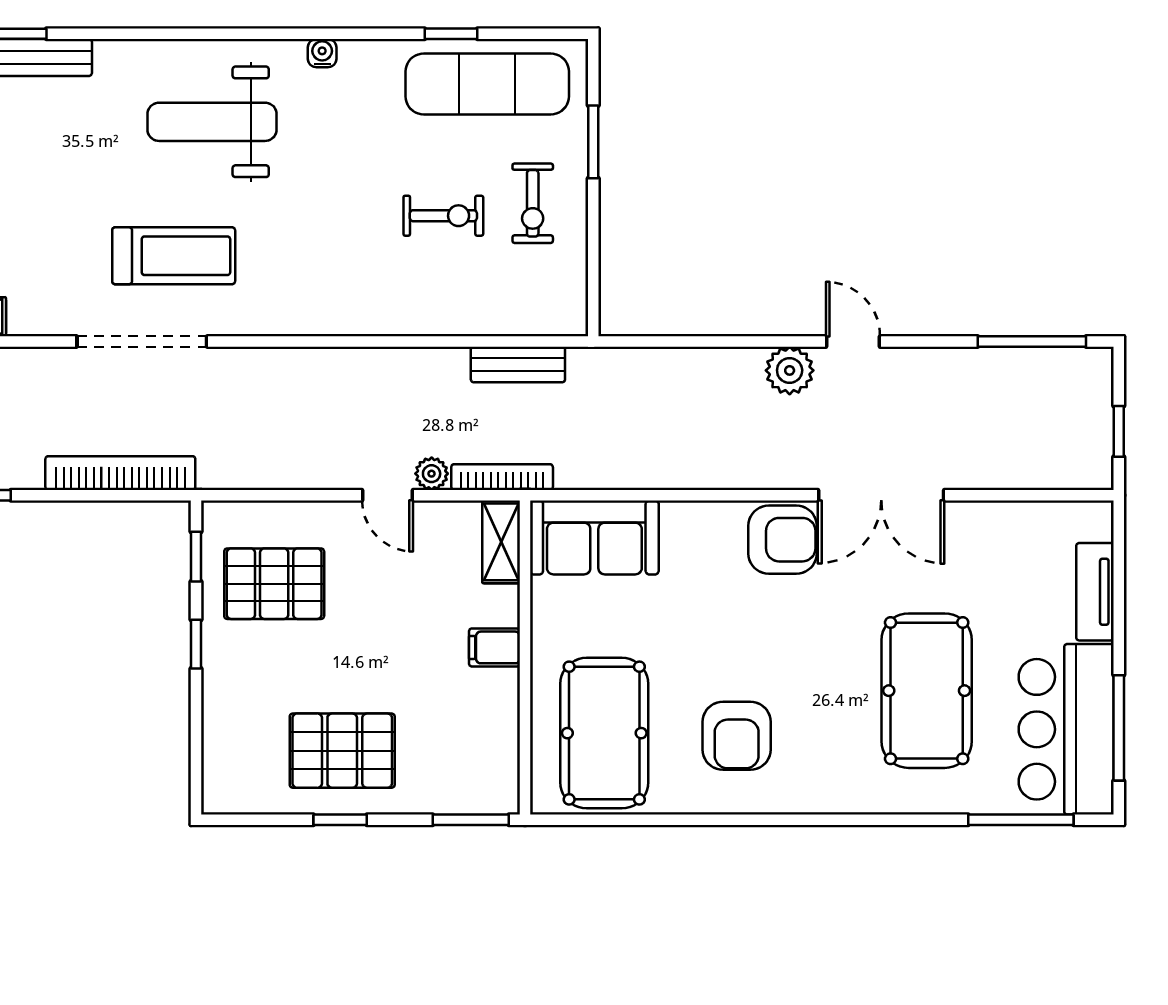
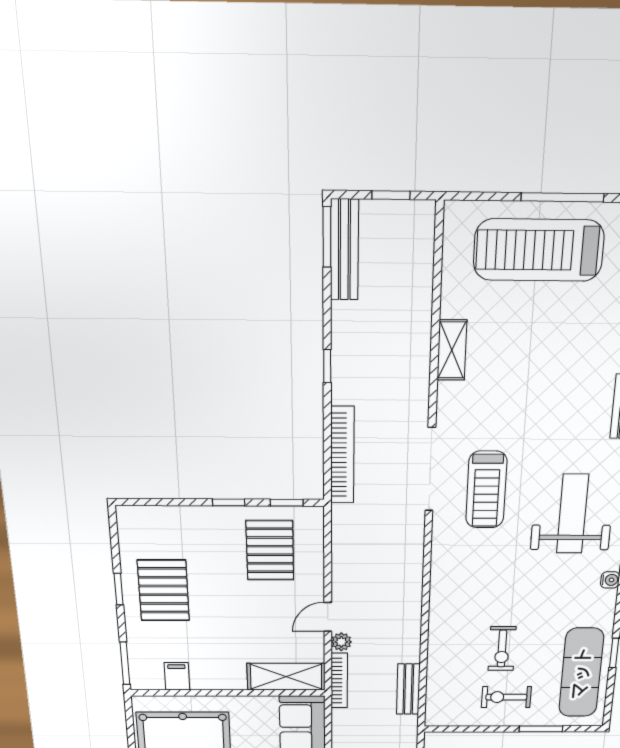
shelving: (501, 542) -> (286, 677), width x1.50, depth x1.33
filing cabinet: (494, 647) -> (177, 676), moved

